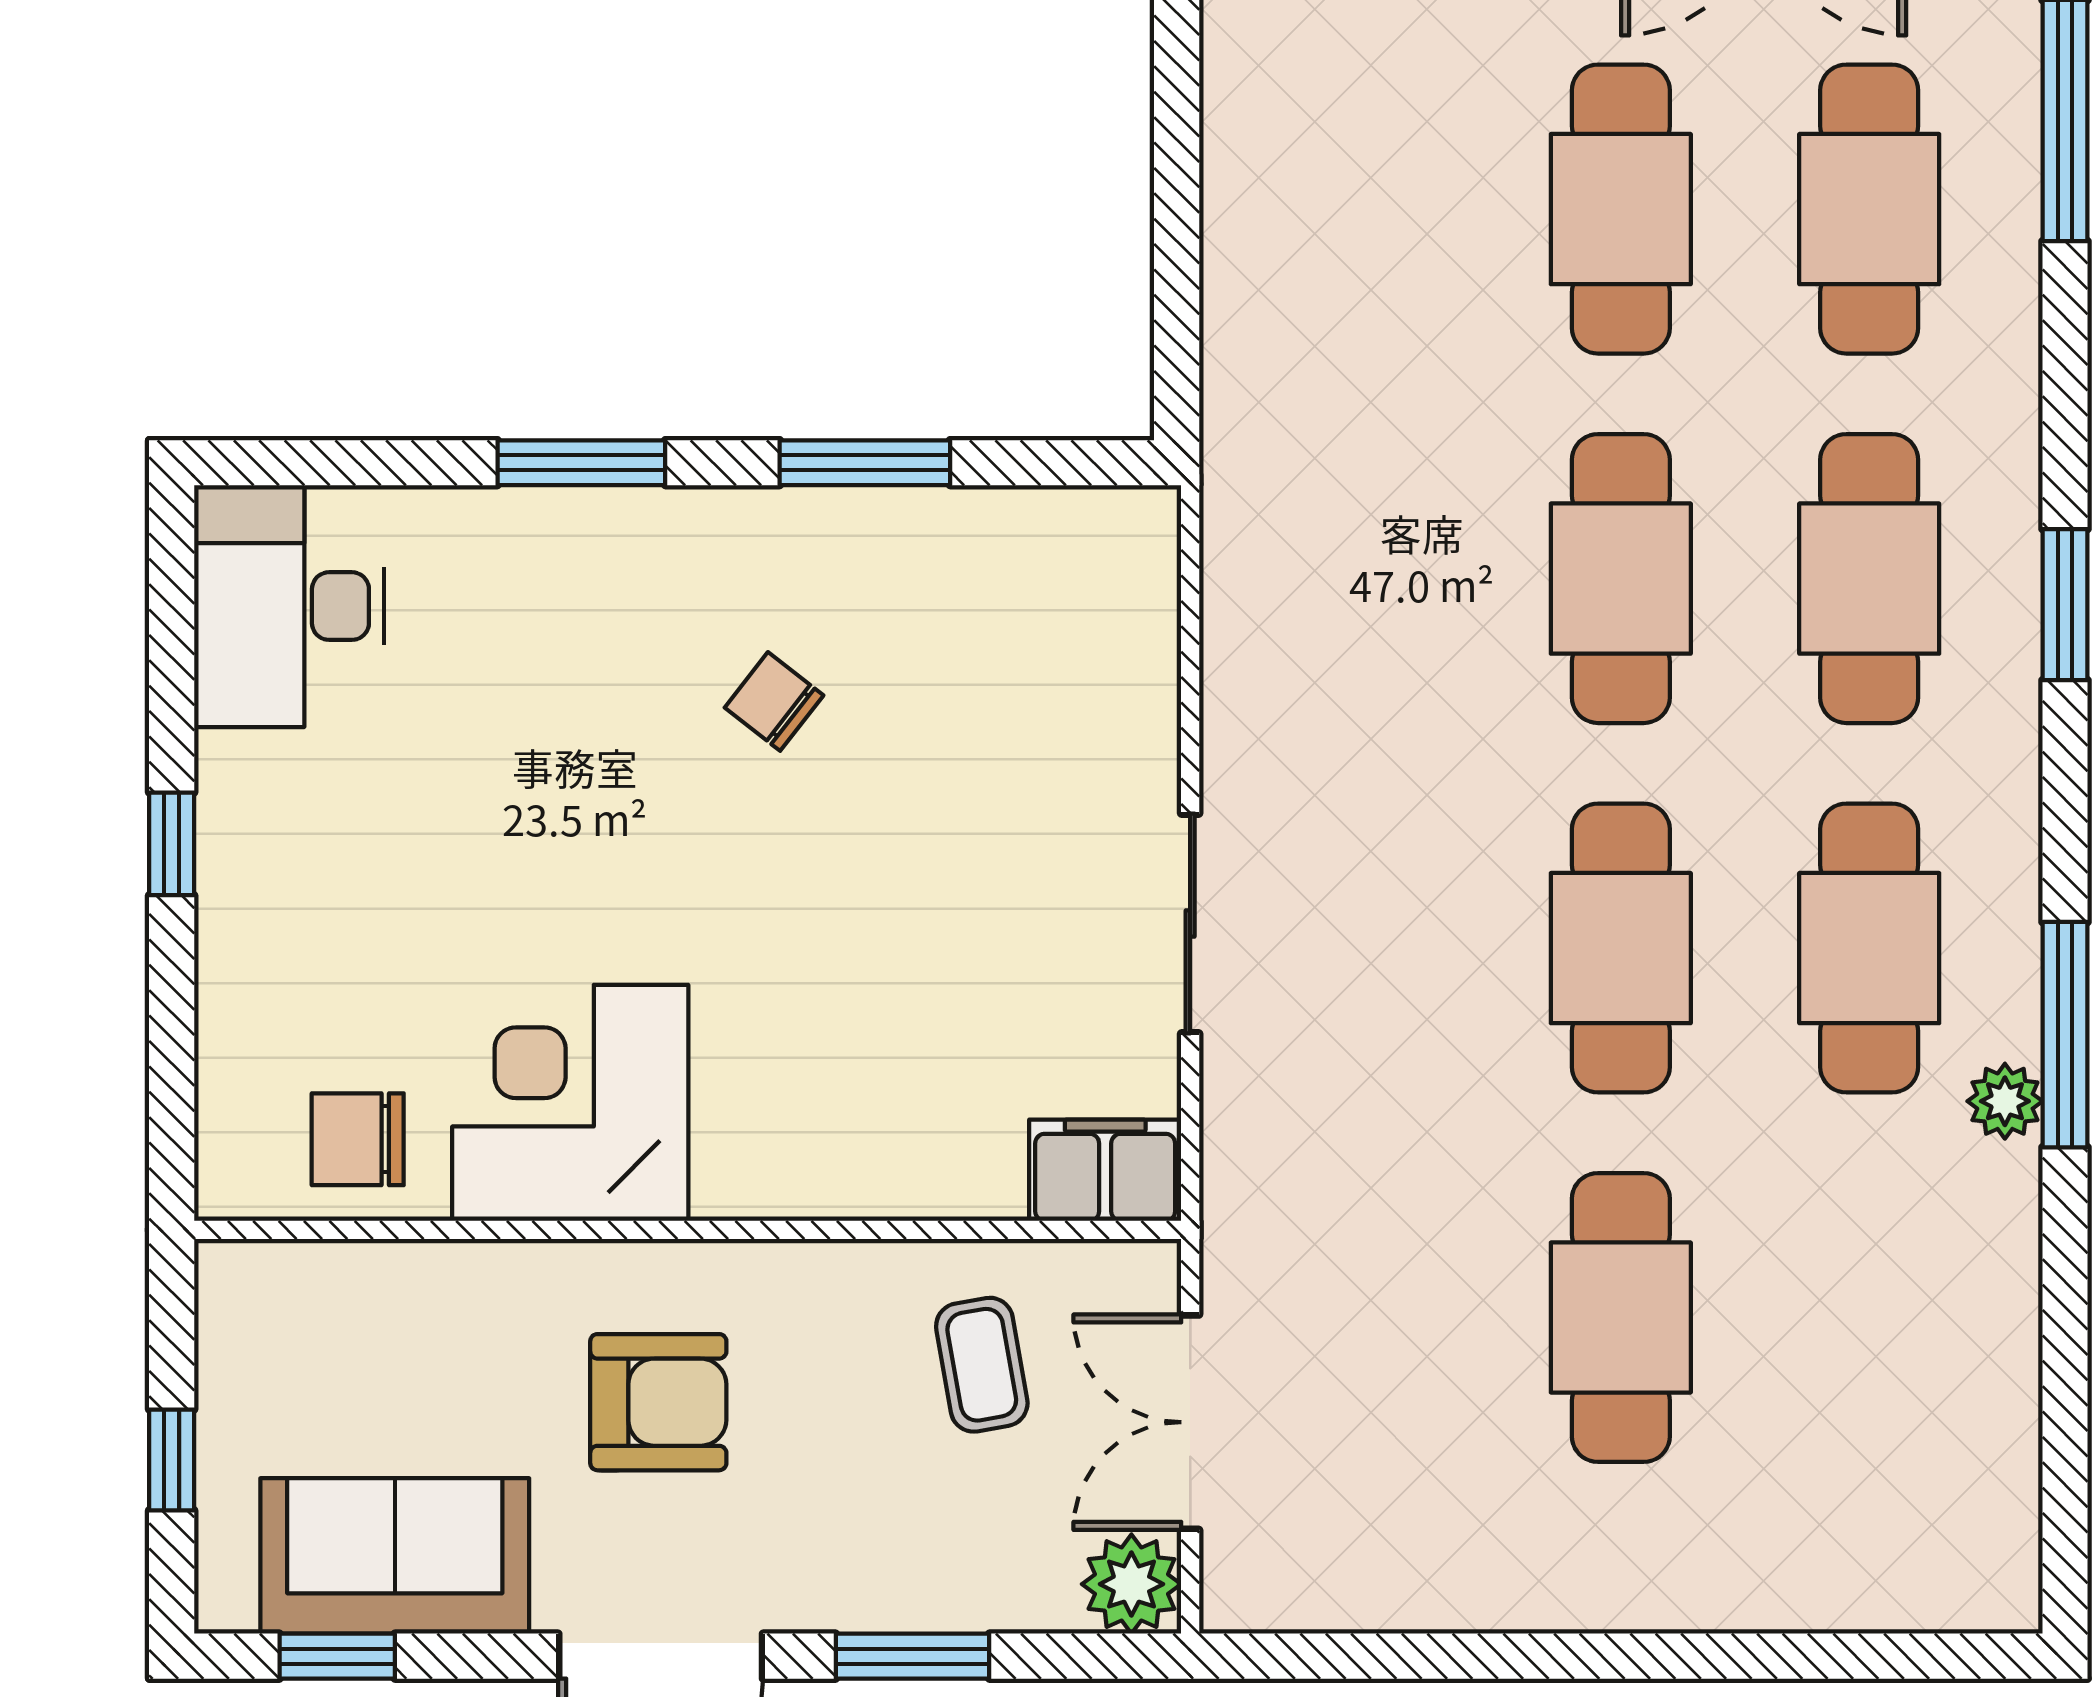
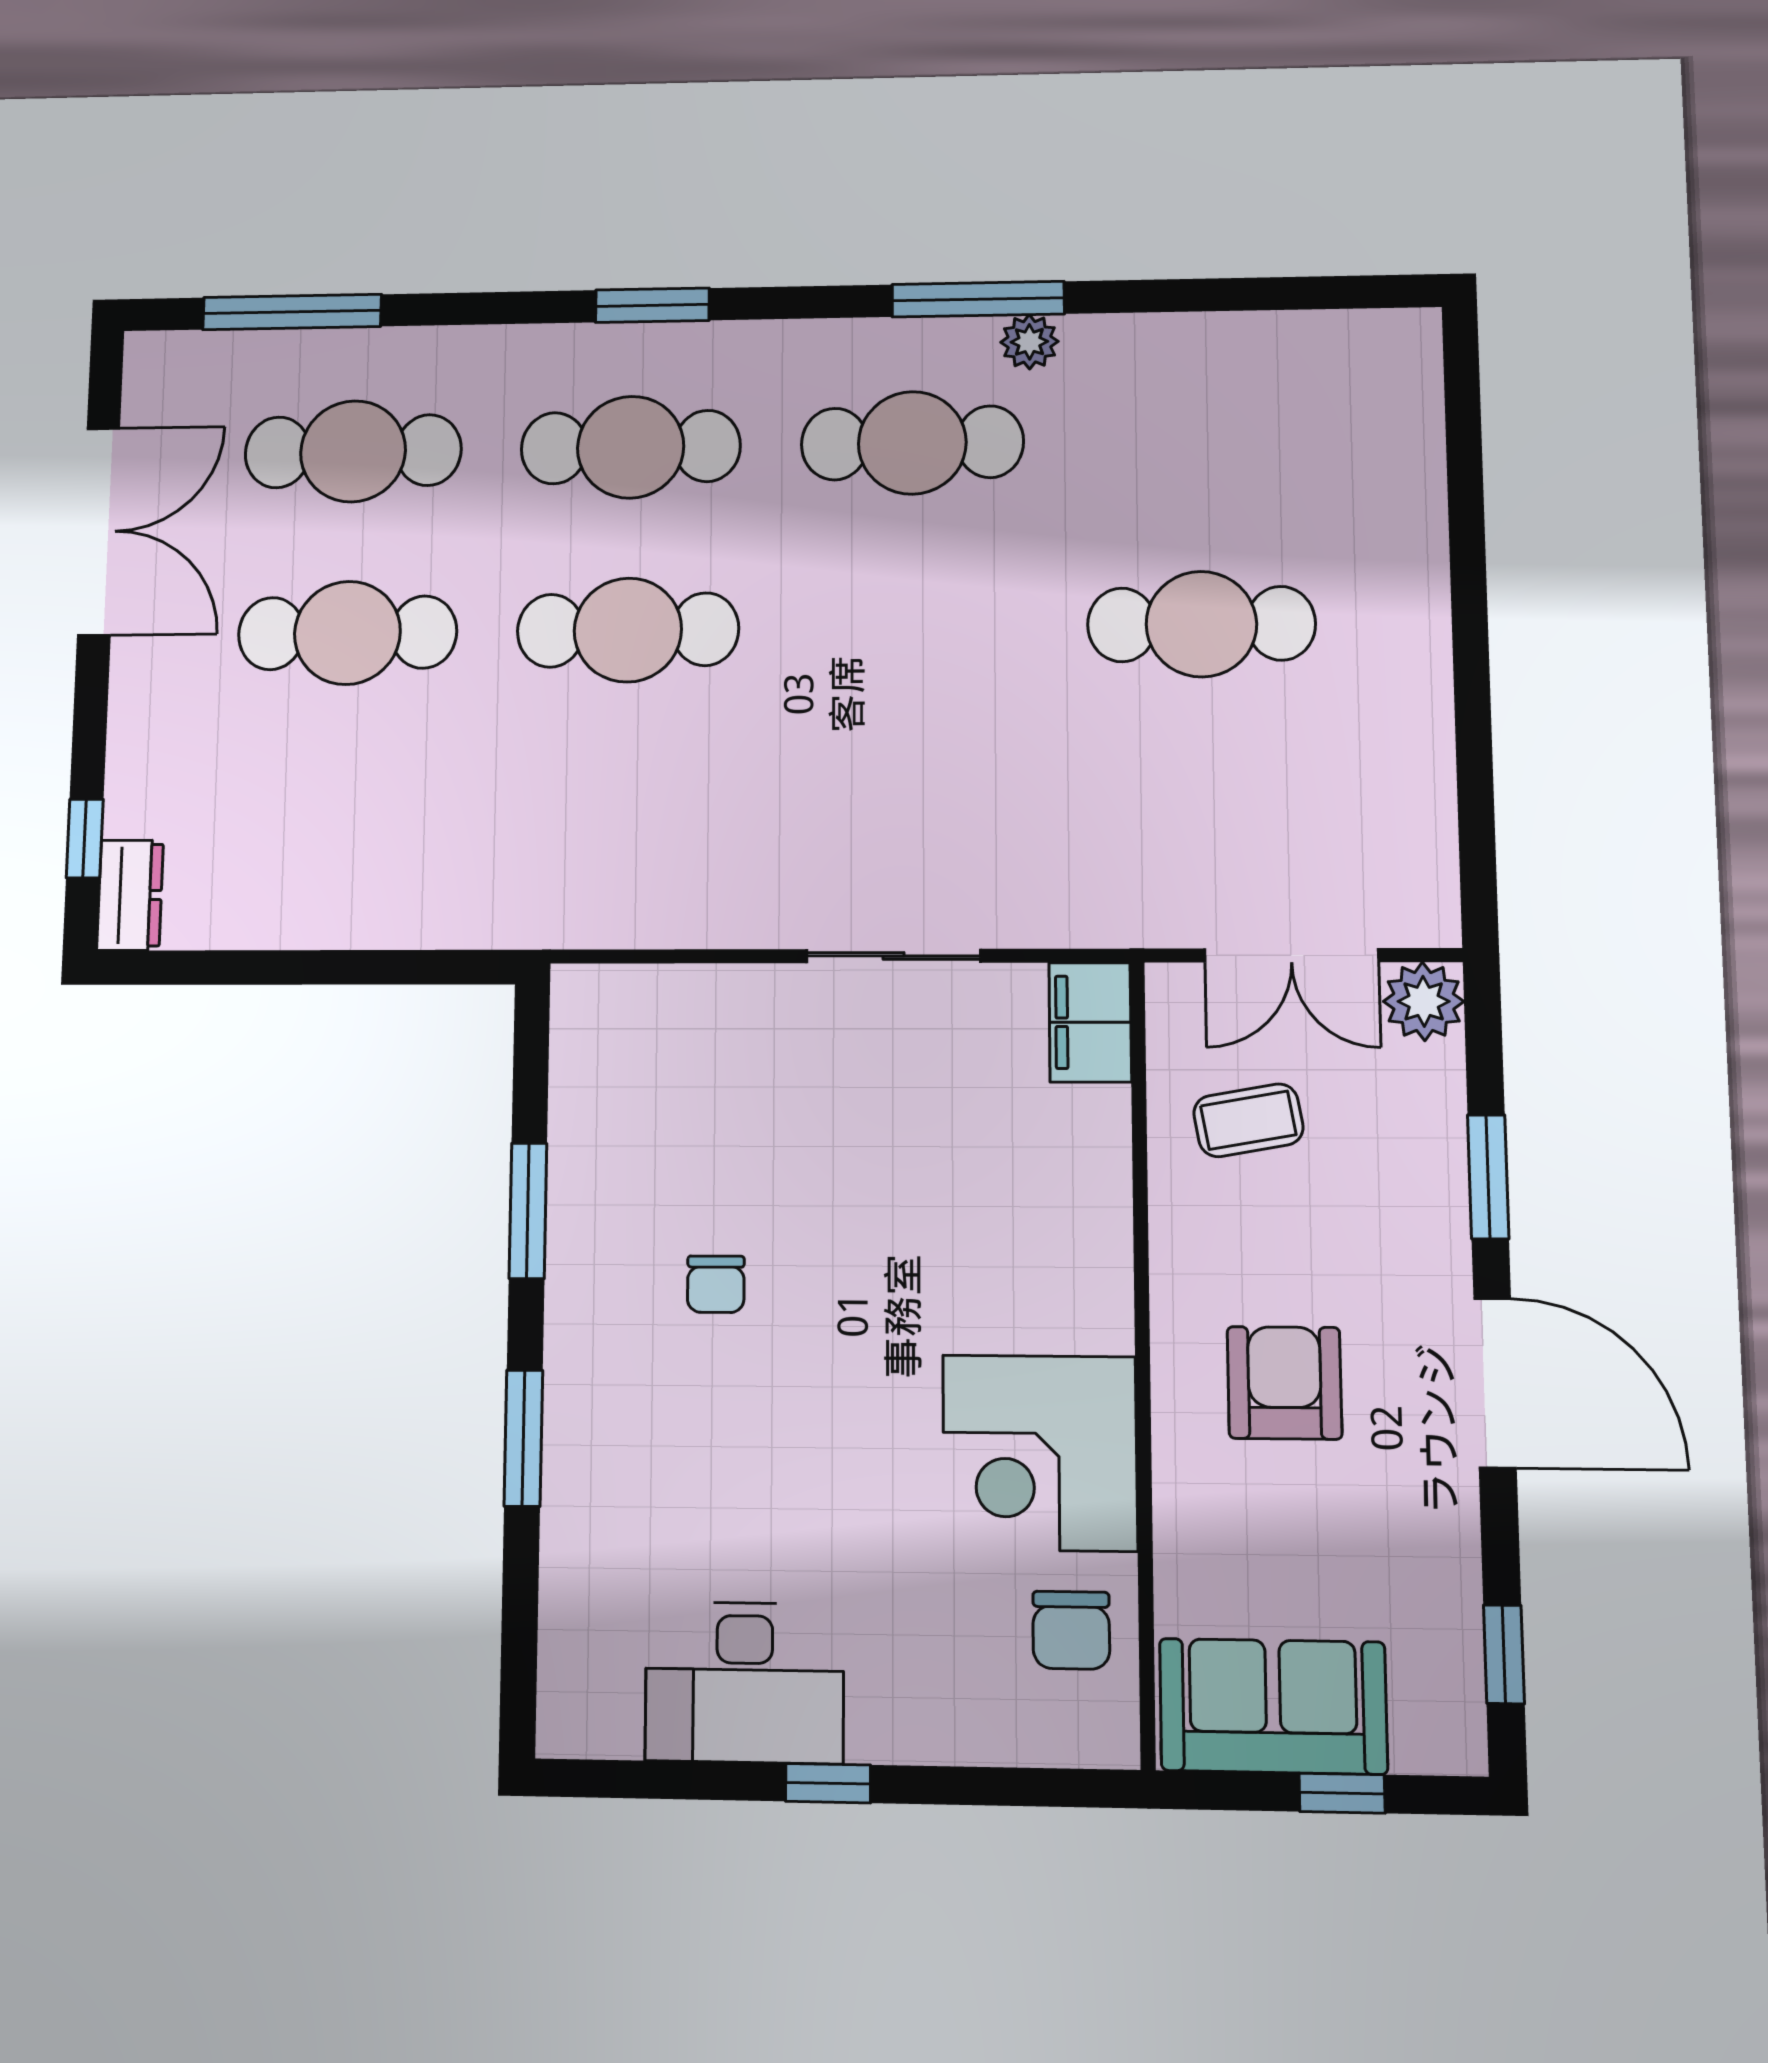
desk: (289, 606) -> (744, 1682), moved
chair: (774, 701) -> (716, 1284), turned -38
cafe table: (1621, 948) -> (912, 627), removed
sofa: (395, 1556) -> (1273, 1706), moved, turned 90

